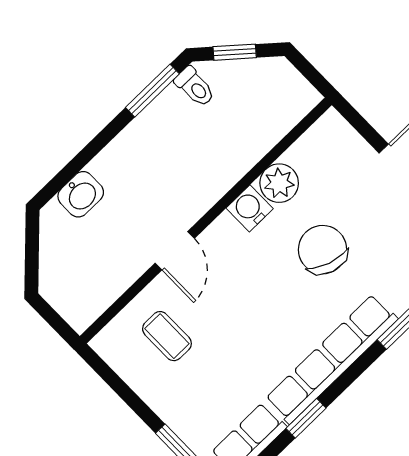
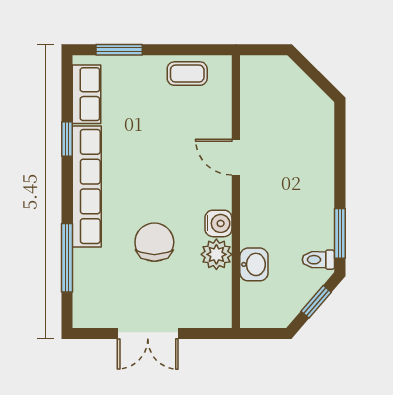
washbasin: (81, 194) -> (254, 264), moved, turned 180
chair: (323, 250) -> (154, 242), turned -108
coffee table: (167, 336) -> (187, 74), moved

